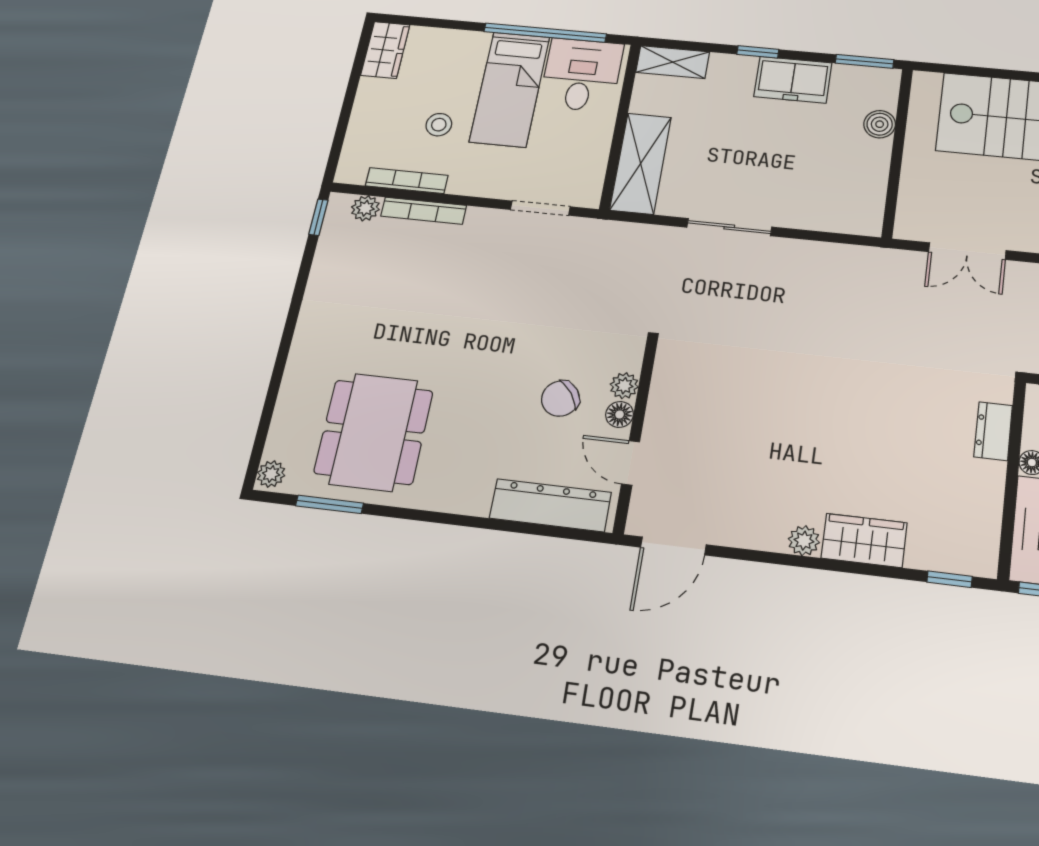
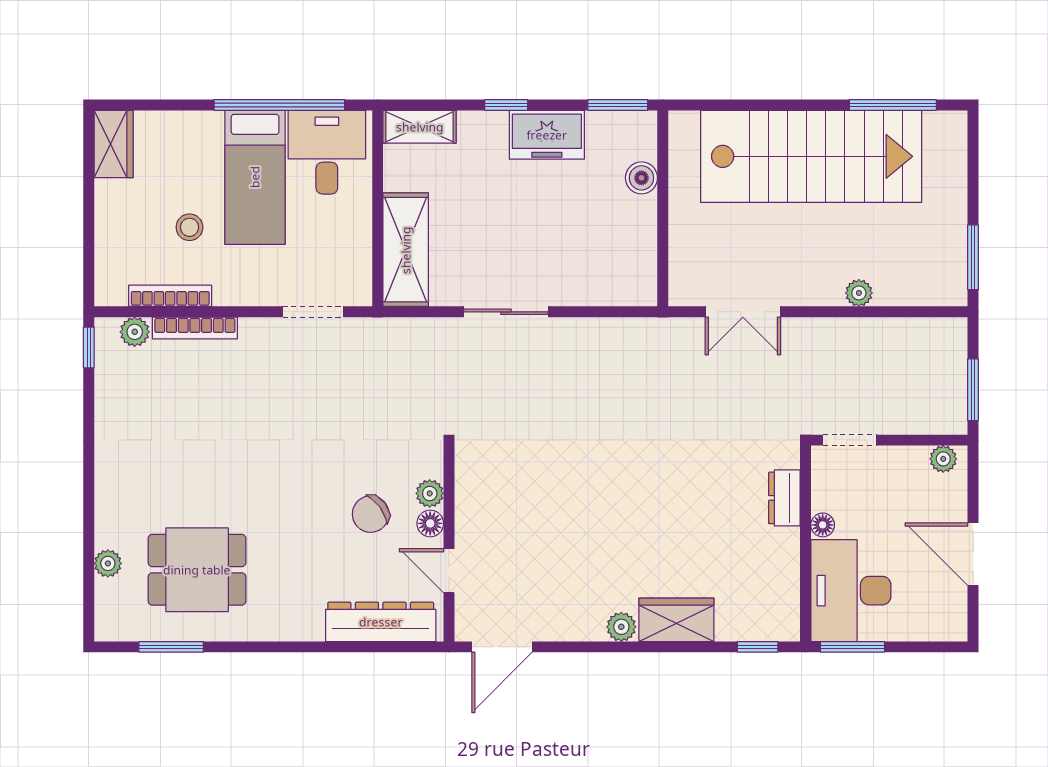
dining table: (374, 432) -> (197, 570), width x0.73
plant: (271, 474) -> (108, 563), moved

